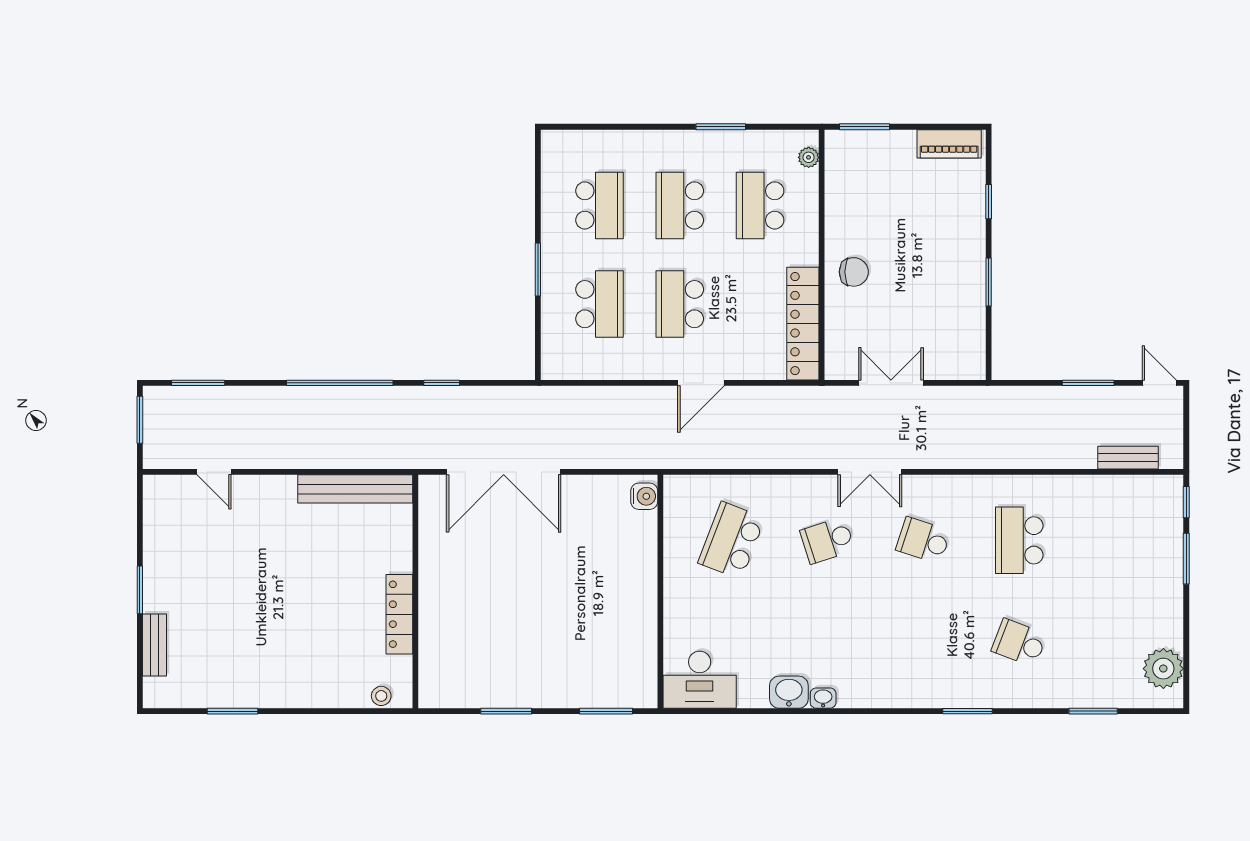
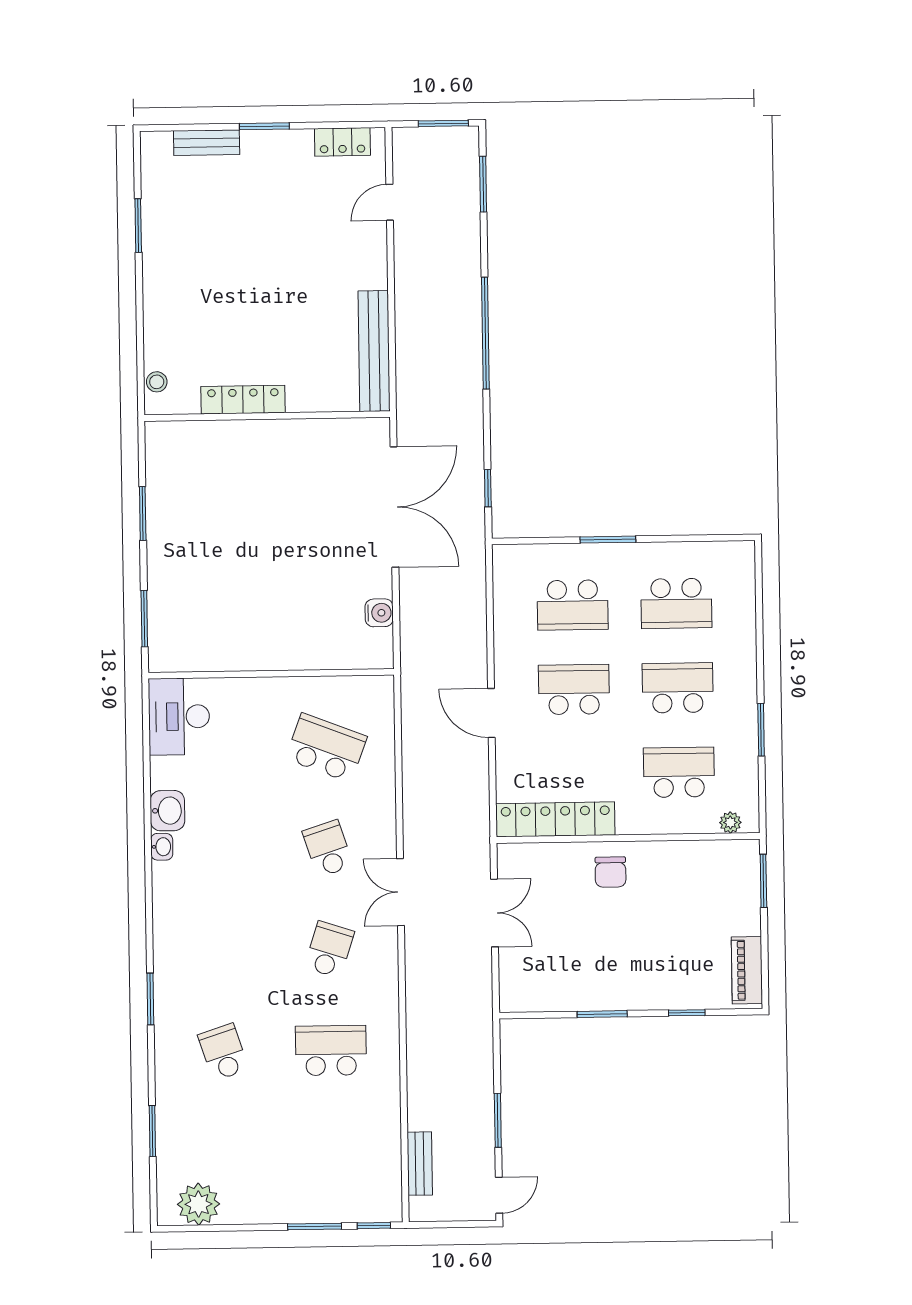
window: (442, 383) -> (488, 488), moved
double door: (504, 472) -> (394, 507), swing flipped
water cooler: (644, 496) -> (379, 613), moved, turned -90
locker: (156, 516) -> (342, 142), added
school desk: (1019, 643) -> (223, 1052), turned -39

